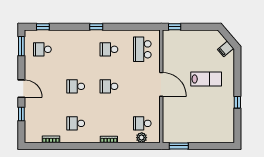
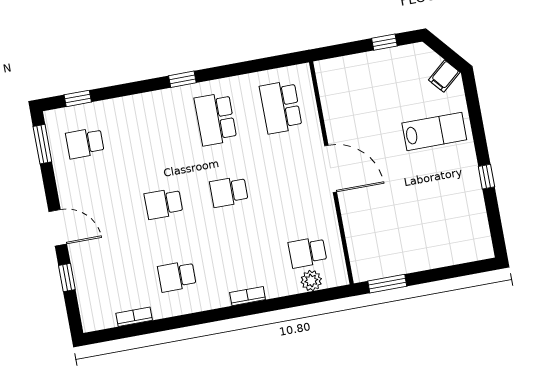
window: (175, 27) -> (384, 42), moved
school desk: (109, 49) -> (216, 119), width x1.85
lab bench: (206, 79) -> (434, 131), moved

